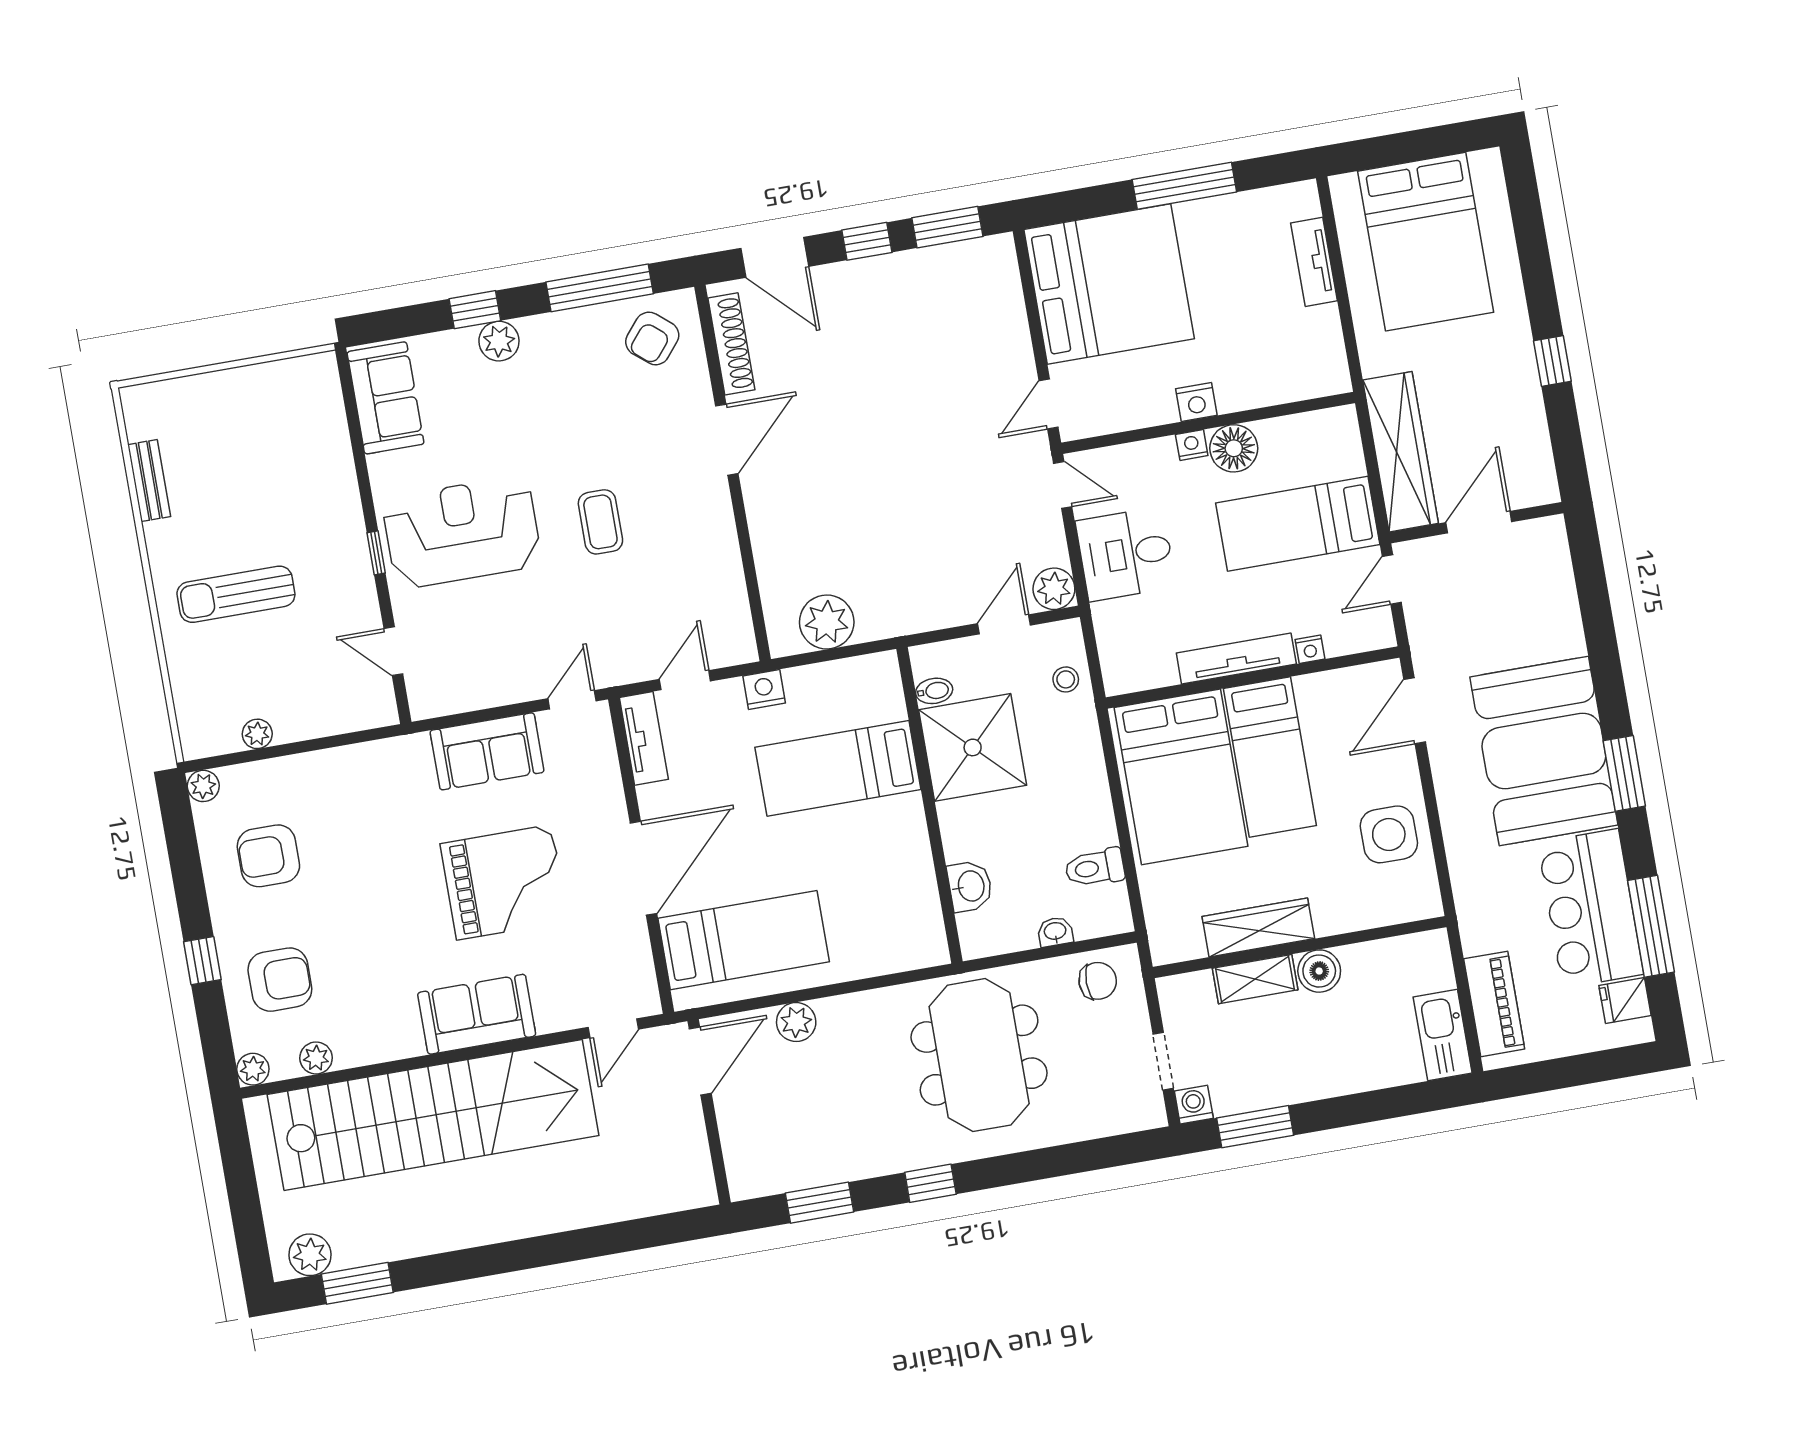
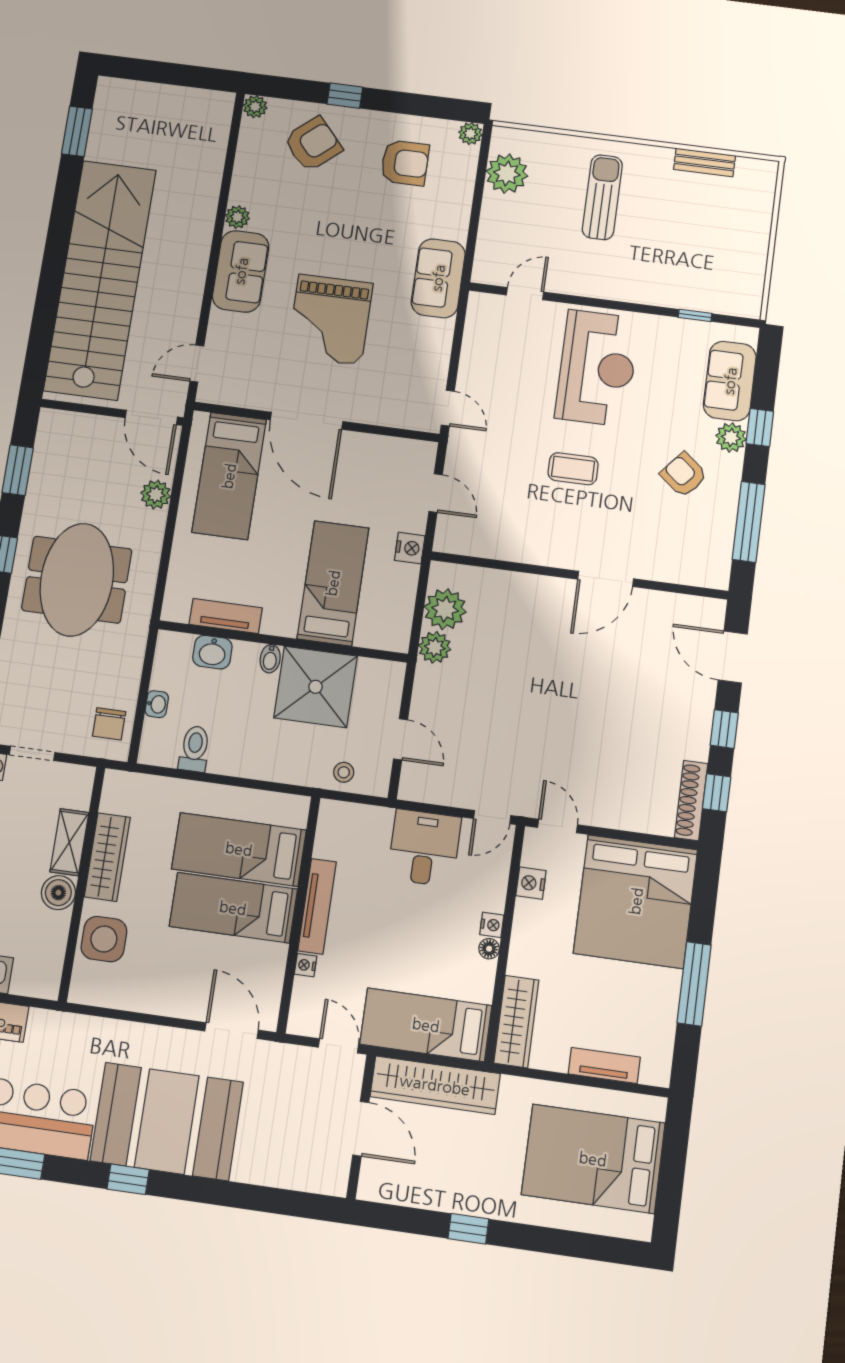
window: (947, 227) -> (717, 793), width x0.67
door: (775, 257) -> (733, 657), hinge flipped
armchair: (652, 338) -> (684, 475), moved
shoe rack: (731, 344) -> (691, 800), moved, turned 90
wardrobe: (1296, 380) -> (516, 1022), added
sofa: (386, 398) -> (730, 381), moved, turned 90
nightstand: (1196, 402) -> (531, 883), moved
door: (727, 440) -> (606, 579), hinge flipped
floor lamp: (1234, 448) -> (489, 949), width x0.53, depth x0.53
bed: (1298, 524) -> (426, 1025), moved, turned -90
window: (376, 553) -> (695, 315), moved
plant: (1054, 589) -> (435, 647), moved
bidet: (934, 691) -> (270, 659), moved
plant: (257, 734) -> (507, 174), width x1.88, depth x1.88
tv unit: (644, 738) -> (226, 616), moved, turned 180
sofa: (487, 751) -> (438, 278), moved
window: (1624, 773) -> (128, 1179), width x0.67
bed: (1181, 777) -> (239, 849), width x0.67
side table: (1389, 834) -> (104, 939), moved
armchair: (268, 856) -> (405, 163), turned 90
armchair: (280, 980) -> (313, 144), turned -131
door: (613, 1028) -> (197, 364), hinge flipped
meeting table: (979, 1055) -> (77, 580), moved, turned 90
plant: (316, 1058) -> (237, 217), moved
stairs: (433, 1115) -> (100, 280), moved, turned 180
plant: (310, 1255) -> (109, 106), removed

